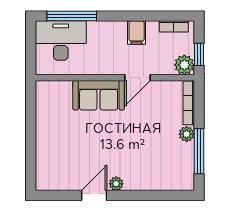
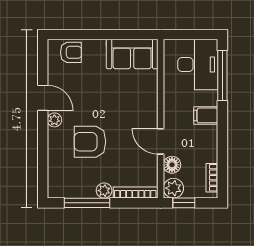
filing cabinet: (137, 33) -> (206, 115), moved
floor lamp: (161, 66) -> (172, 165), added
sofa: (99, 95) -> (132, 54), moved, turned -90
armchair: (138, 148) -> (90, 142), added
armchair: (49, 167) -> (71, 52), added

